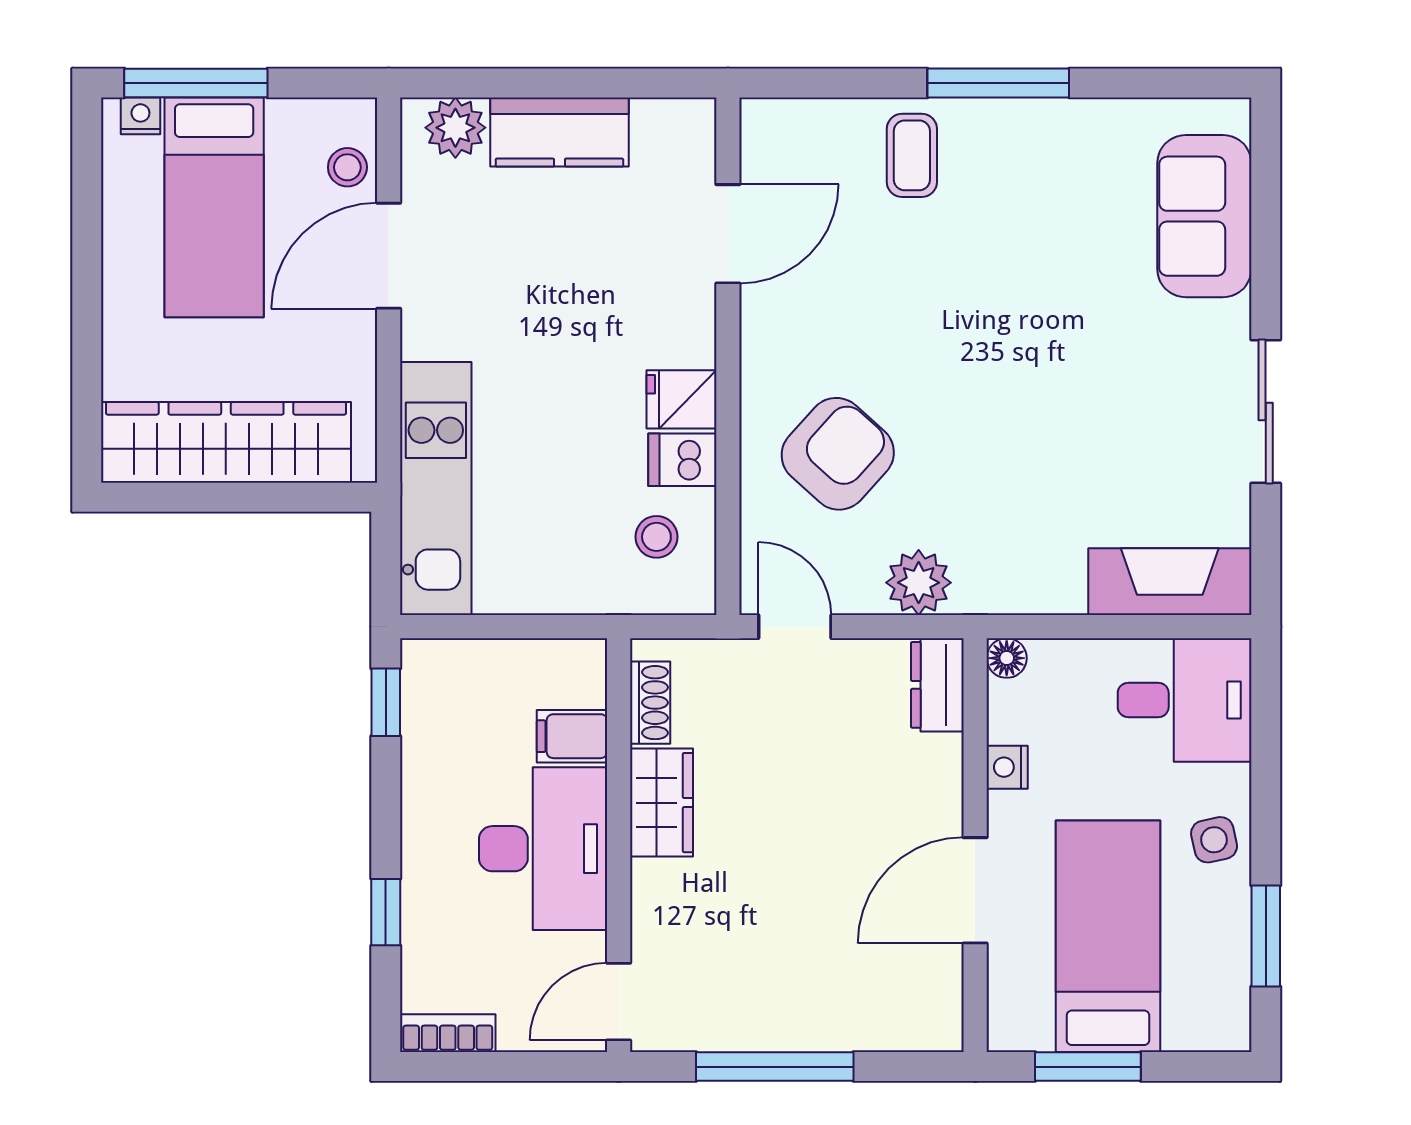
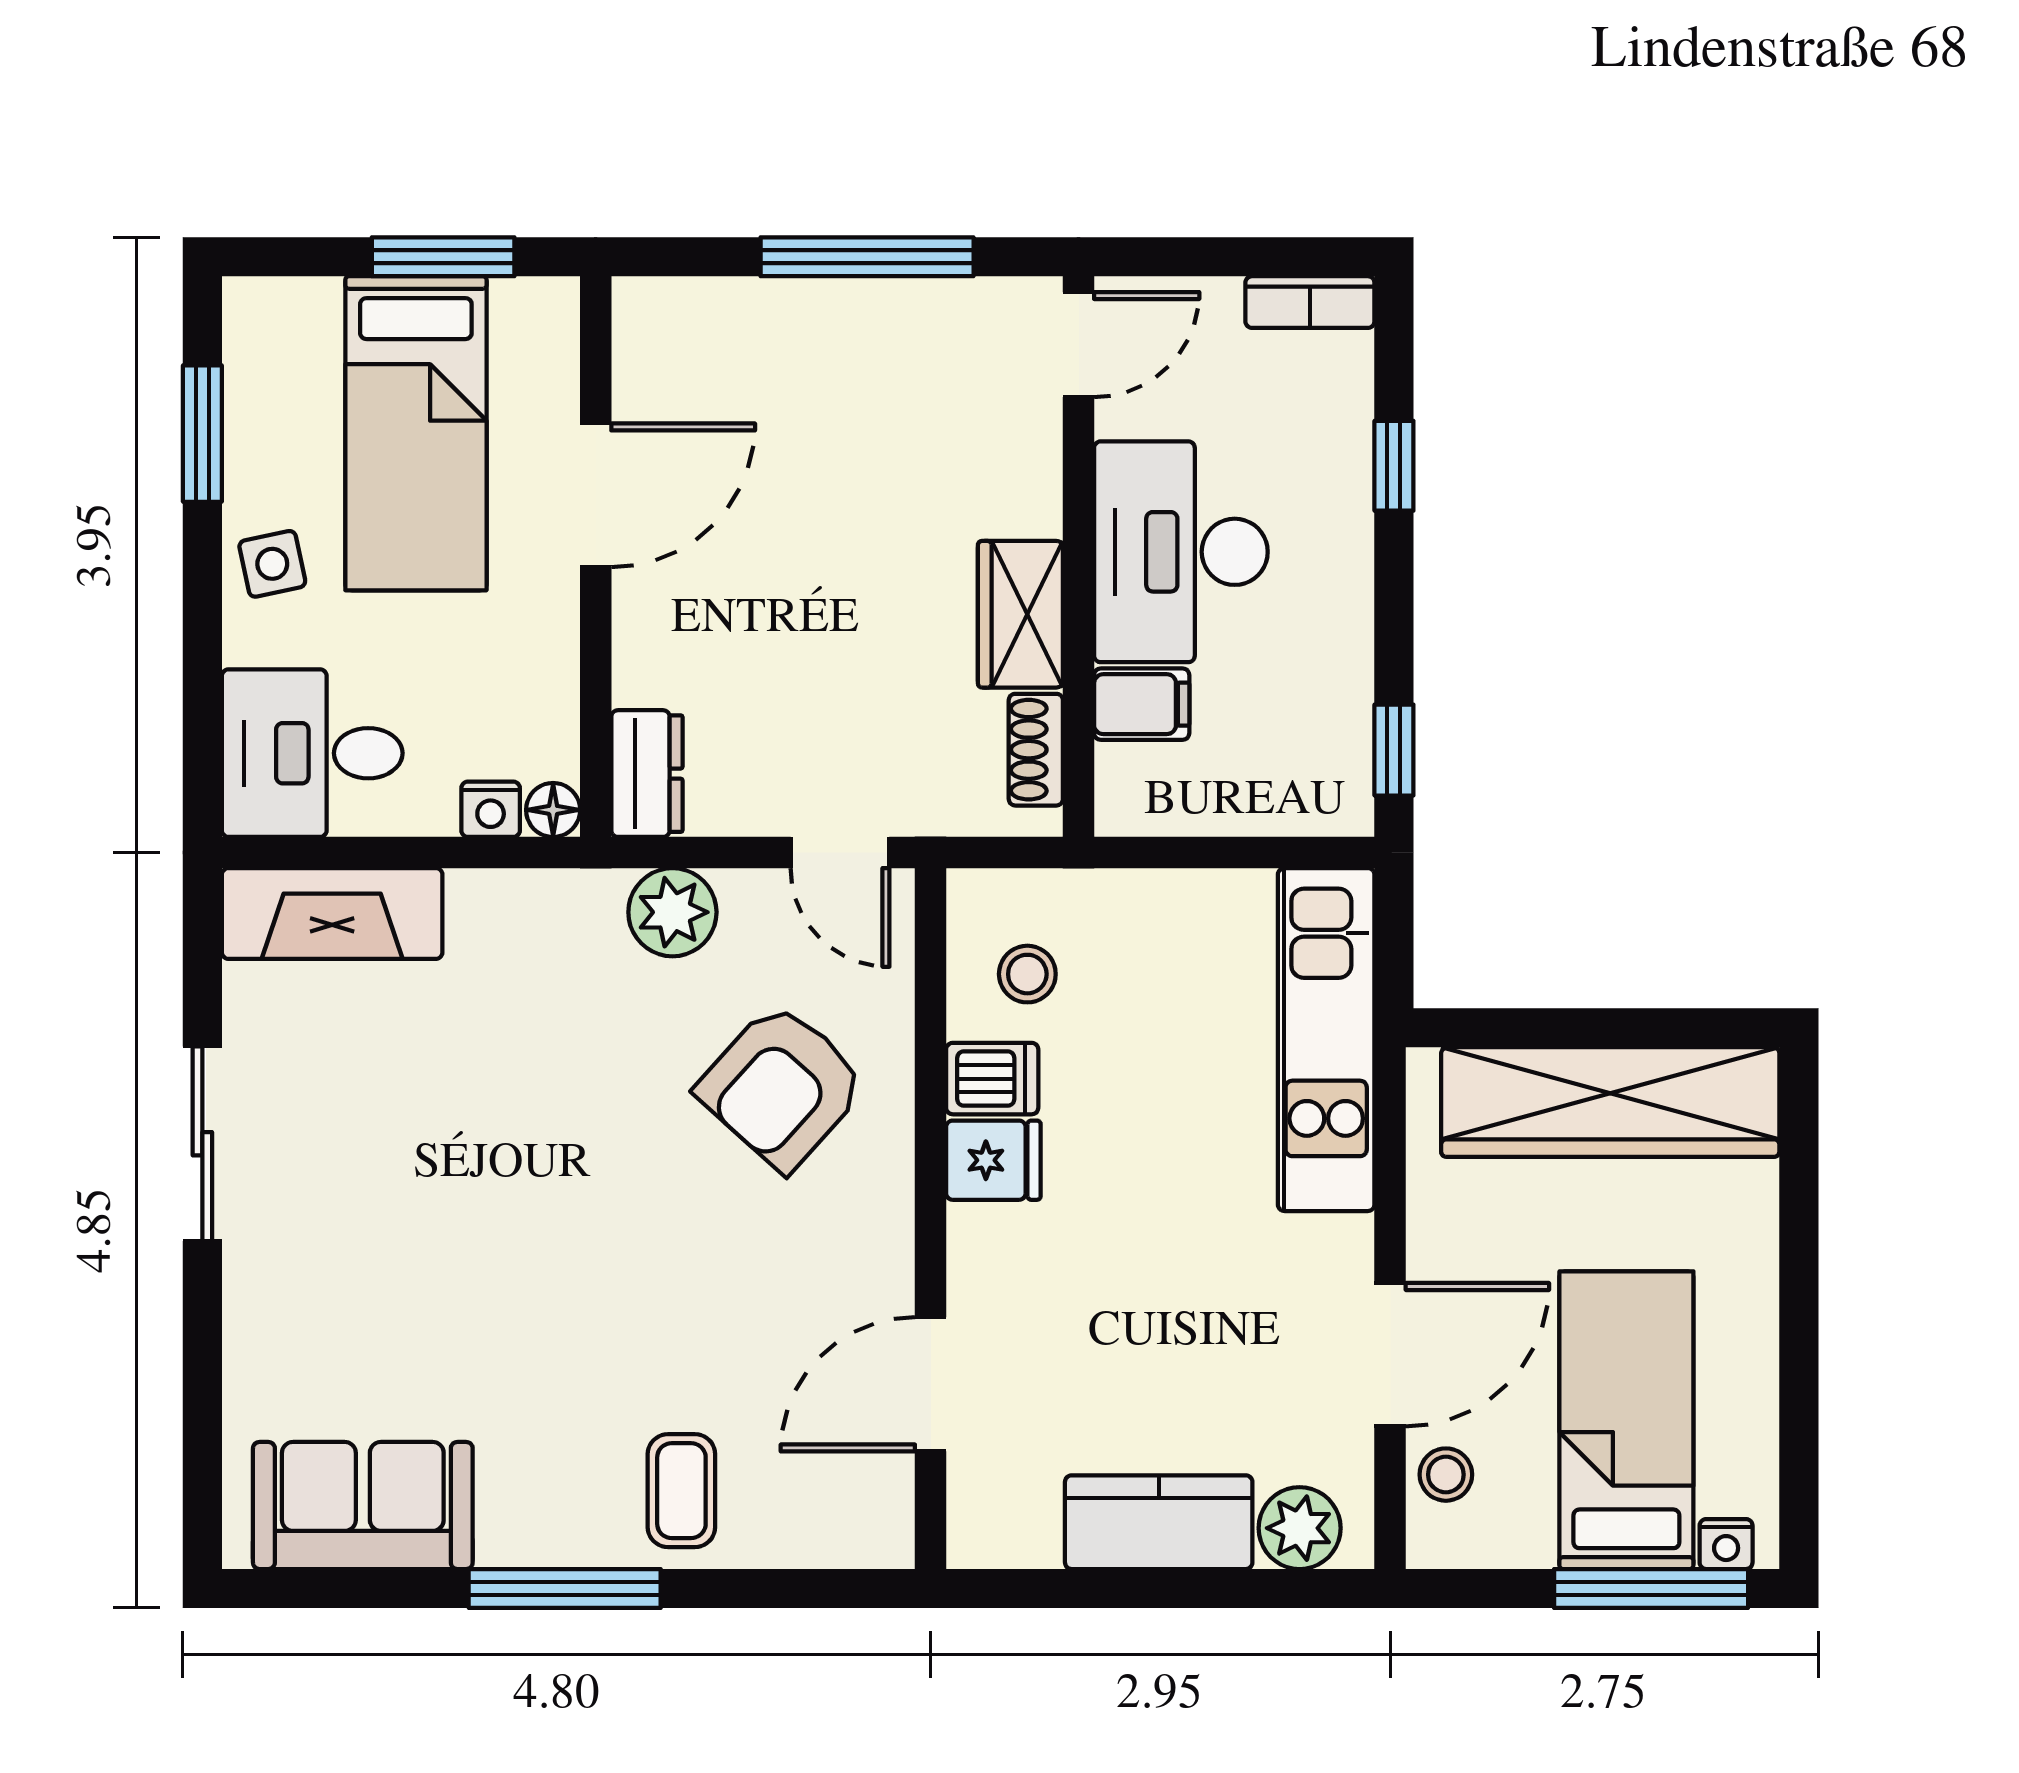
sofa: (1204, 216) -> (363, 1505), moved, turned -90
nightstand: (1007, 767) -> (491, 809), moved, turned 90

